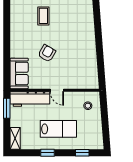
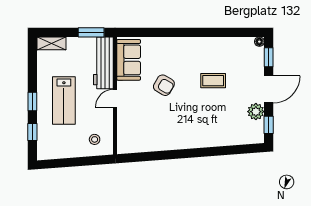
sofa: (19, 73) -> (129, 60), moved, turned -90
window: (47, 153) -> (32, 101), moved

